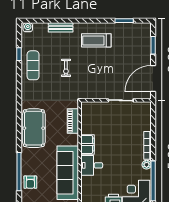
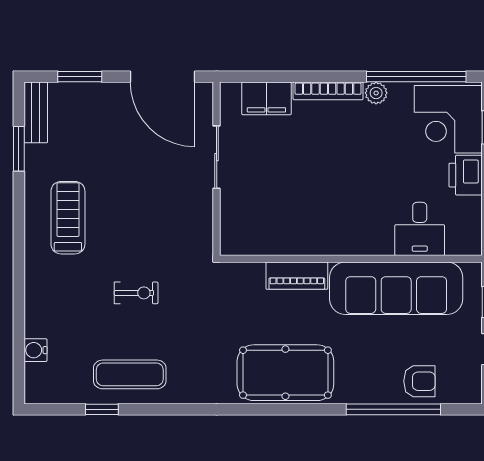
water cooler: (28, 27) -> (35, 350), moved
bench: (61, 27) -> (36, 112), moved
treadmill: (96, 40) -> (68, 218), turned 180
piano: (73, 121) -> (297, 276), moved
filing cabinet: (88, 145) -> (266, 98), moved, turned 180
desk: (92, 165) -> (420, 229), moved

